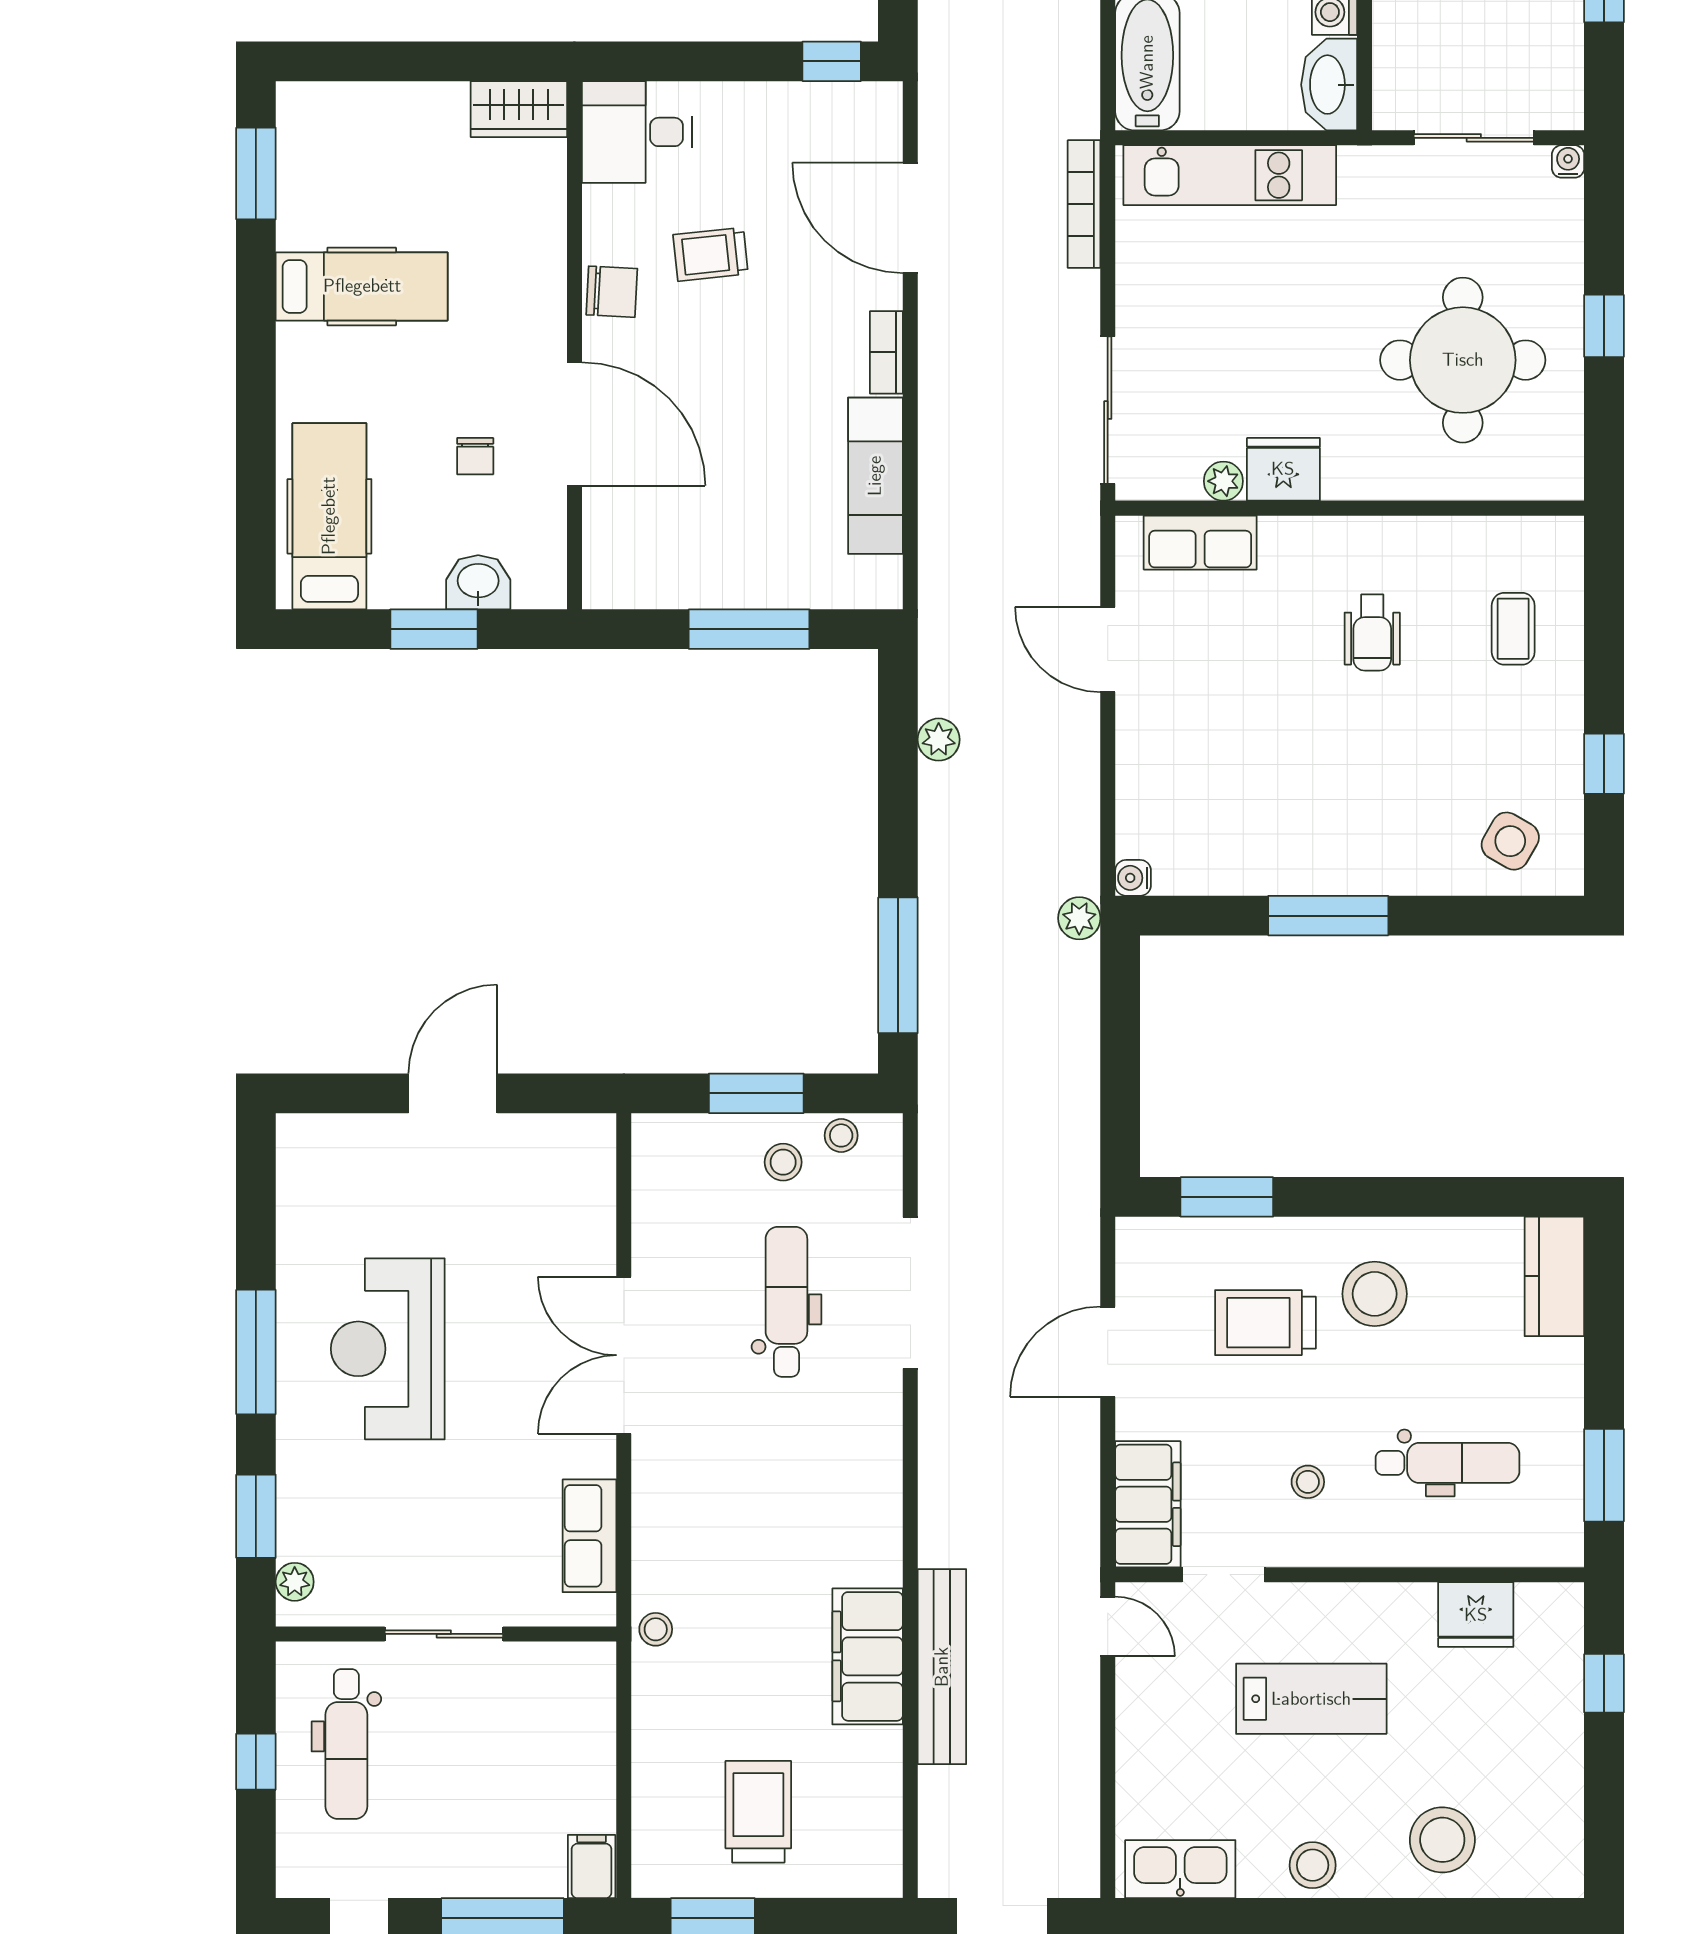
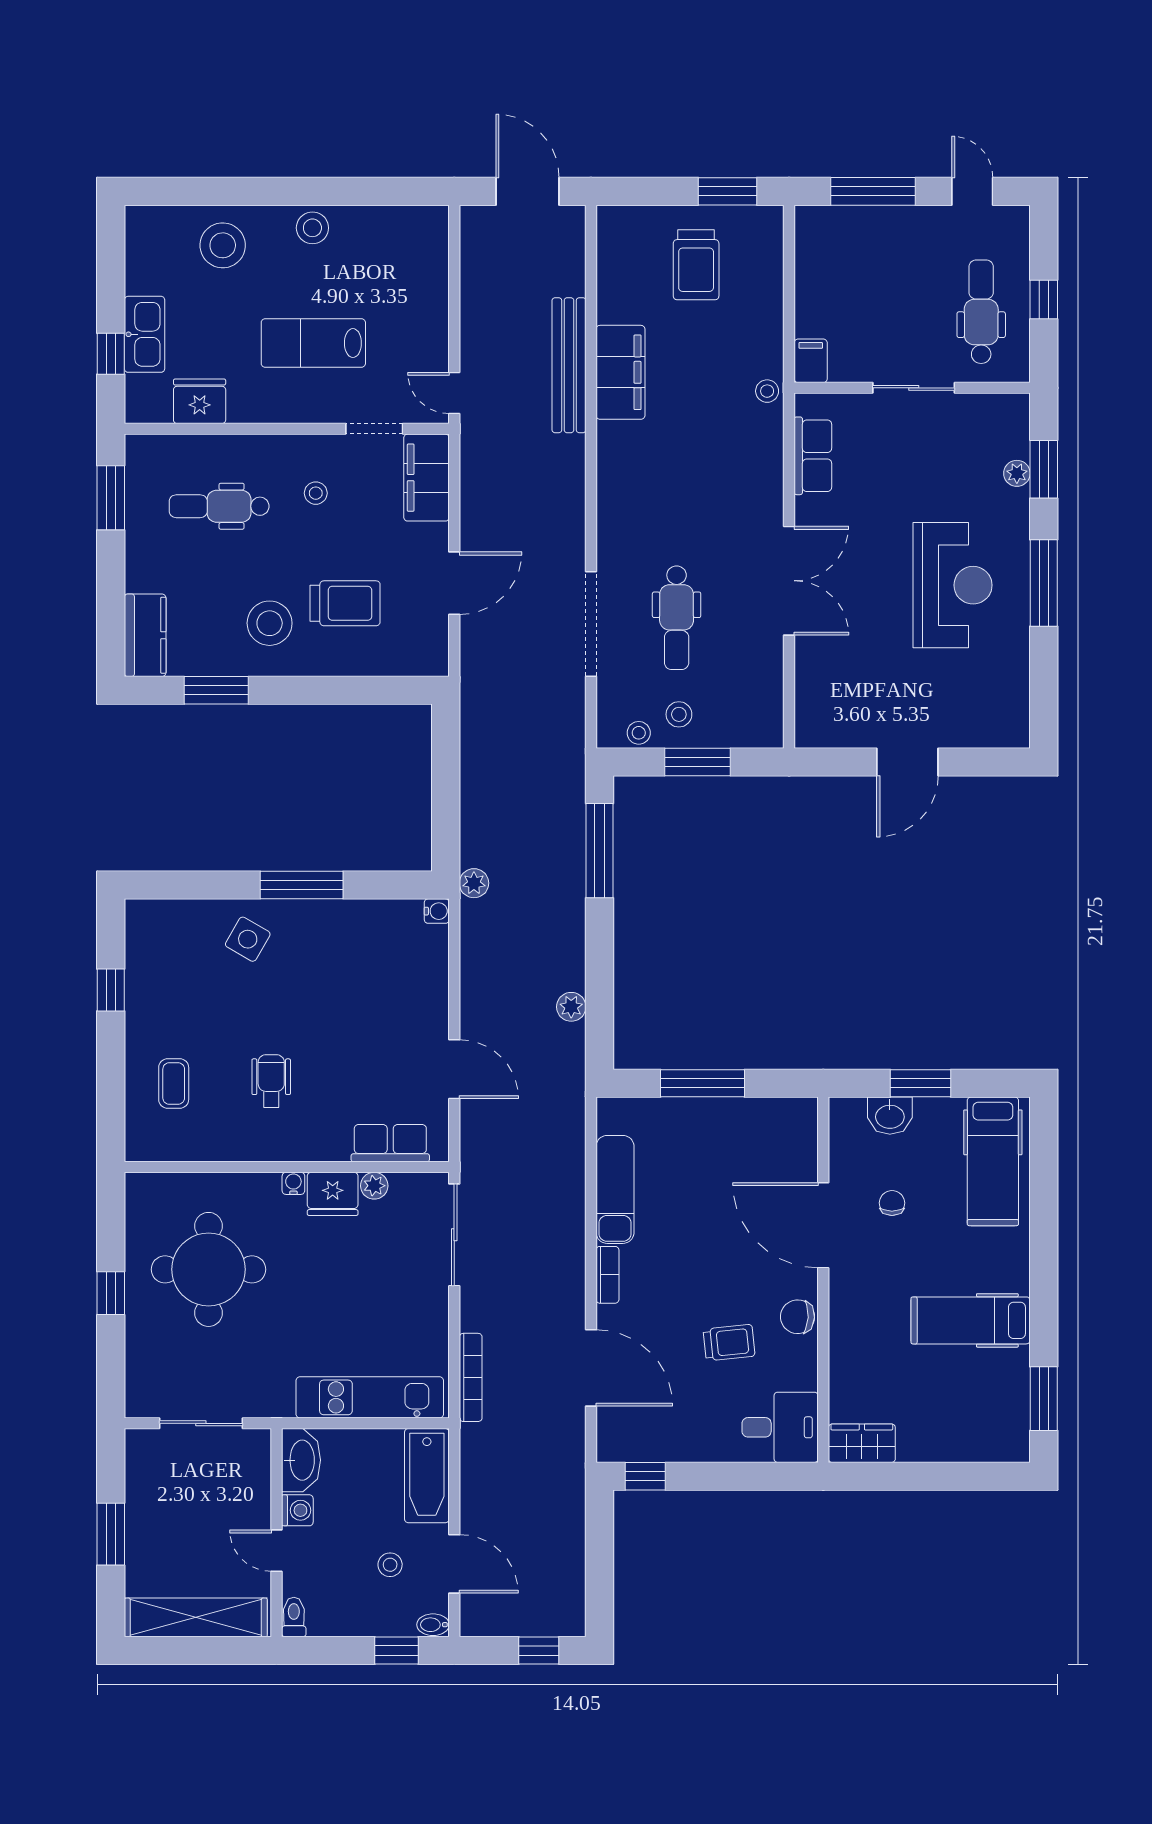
water cooler: (1568, 161) -> (293, 1183), moved, turned 180
side table: (1510, 841) -> (248, 939), moved
window: (1227, 1197) -> (216, 690), moved
plant: (295, 1582) -> (1017, 473), moved
filing cabinet: (592, 1866) -> (811, 361), moved, turned 180
kitchen sink: (1180, 1869) -> (145, 334), moved, turned -90

